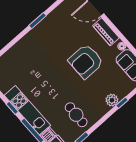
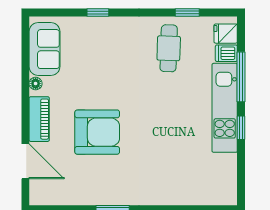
armchair: (86, 61) -> (97, 132), moved
plant: (112, 100) -> (107, 27), removed

